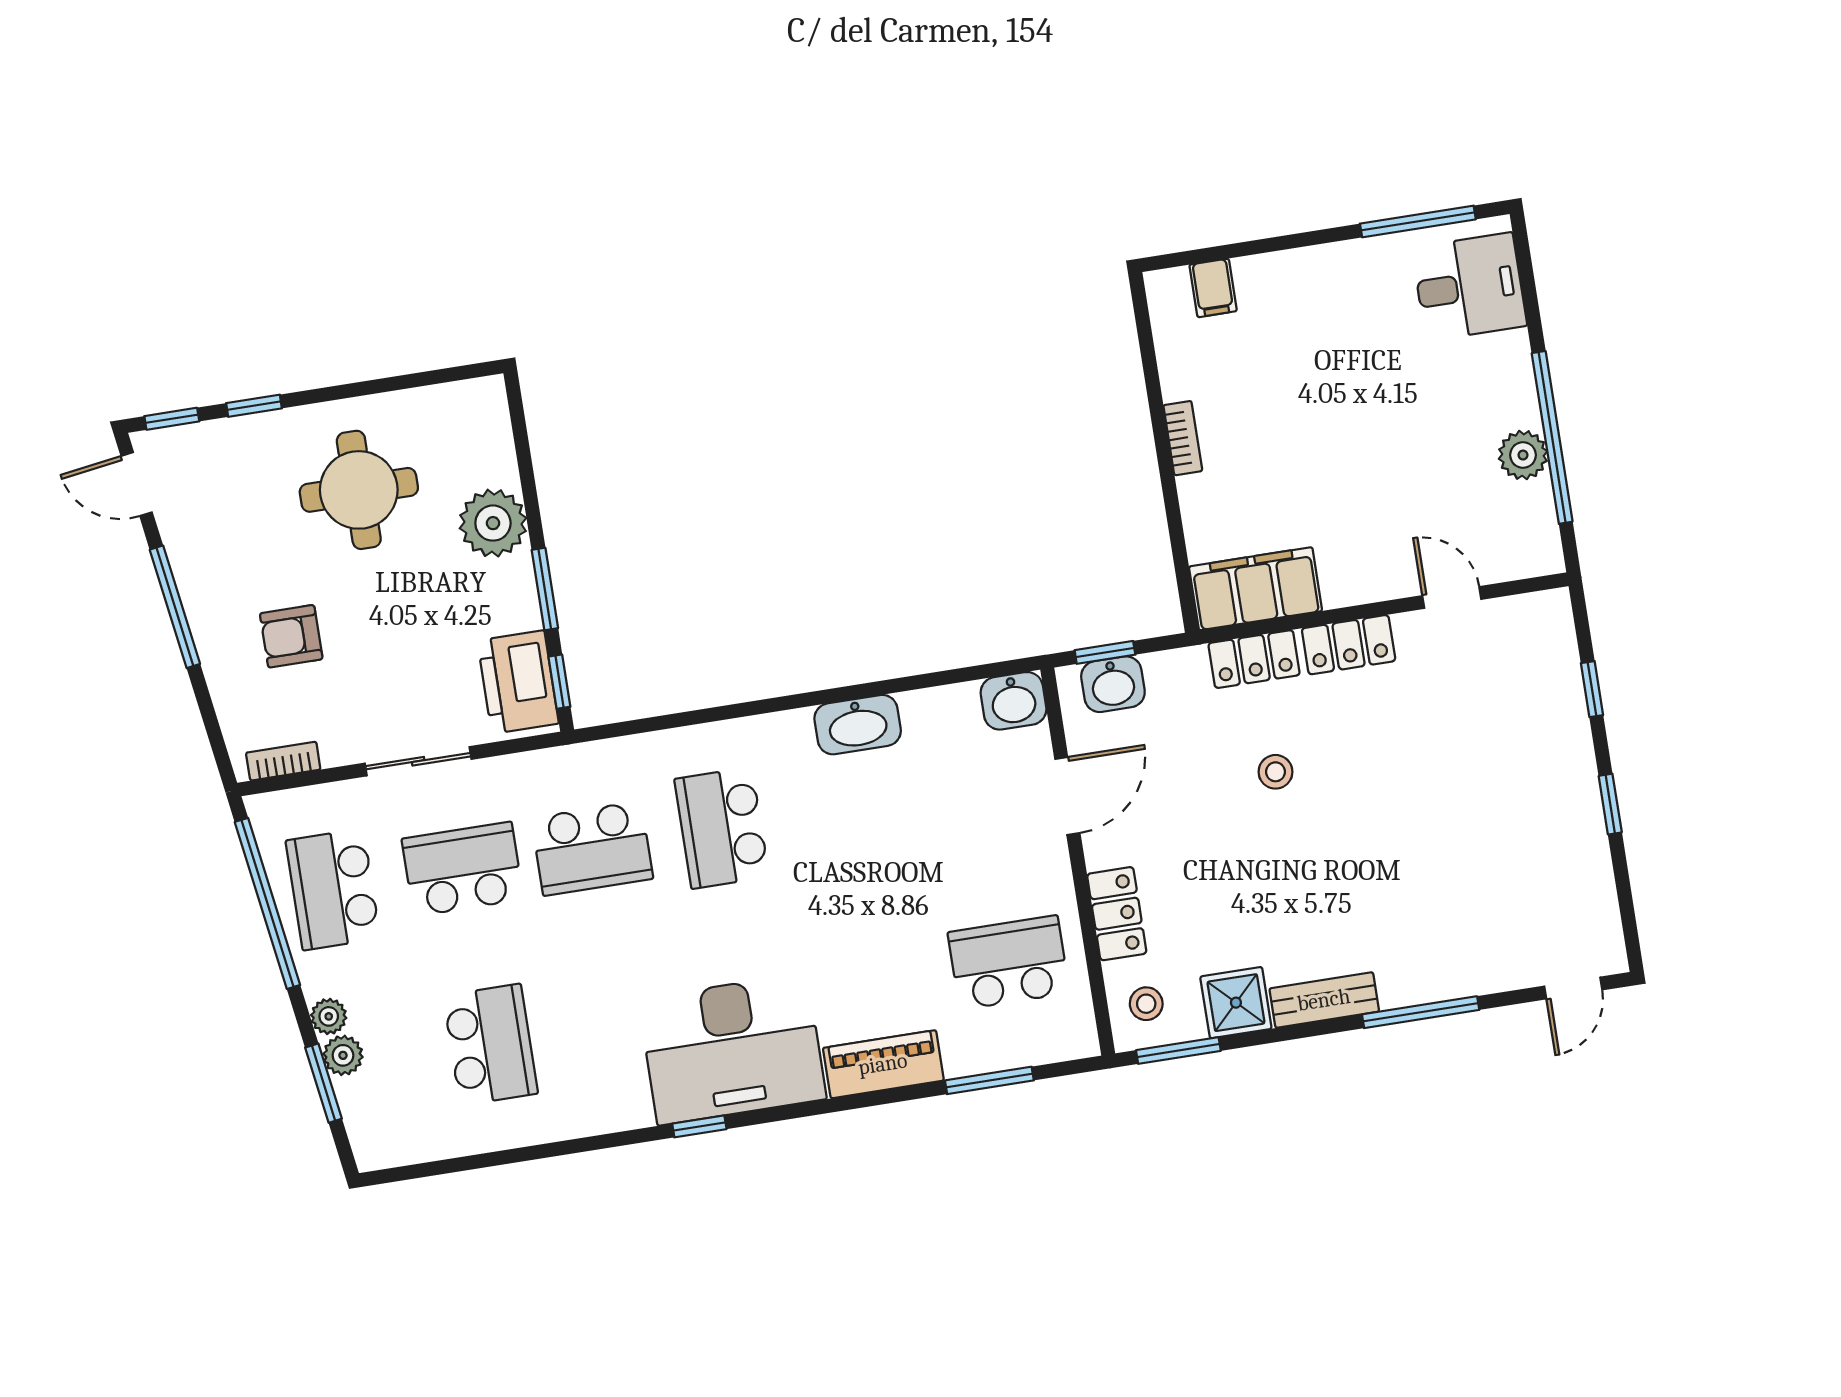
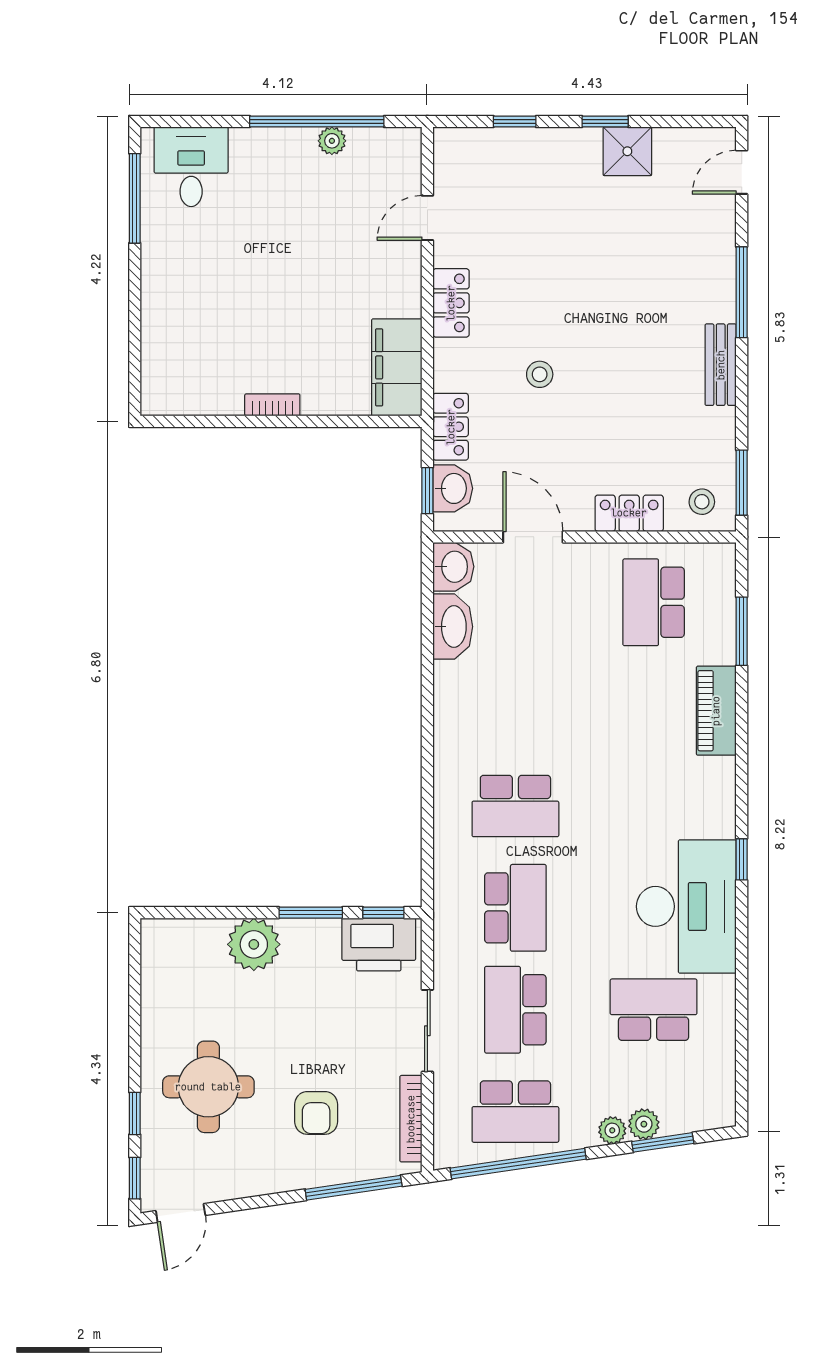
filing cabinet: (1213, 288) -> (161, 363), removed
plant: (1523, 455) -> (332, 141), width x0.73, depth x0.73
round table: (359, 490) -> (208, 1087), moved
window: (175, 607) -> (354, 1188), moved
locker: (1254, 659) -> (451, 427), moved
washbasin: (858, 725) -> (453, 627), moved
bookcase: (283, 761) -> (411, 1119), width x1.56
door: (1573, 988) -> (742, 172), swing flipped
shower: (1236, 1003) -> (627, 151), moved
desk: (732, 1049) -> (686, 906), moved

